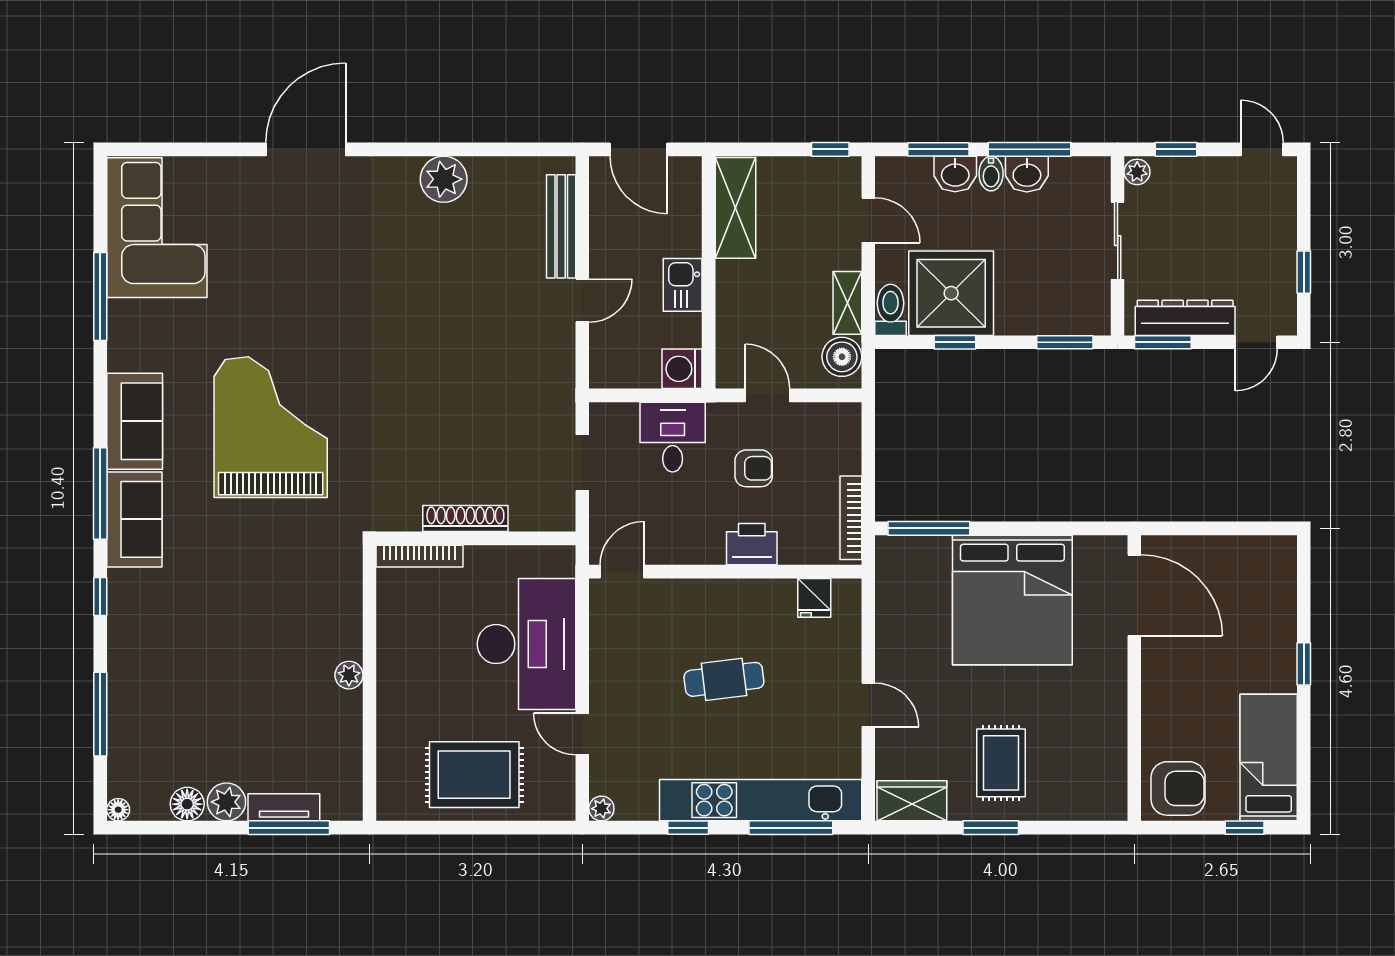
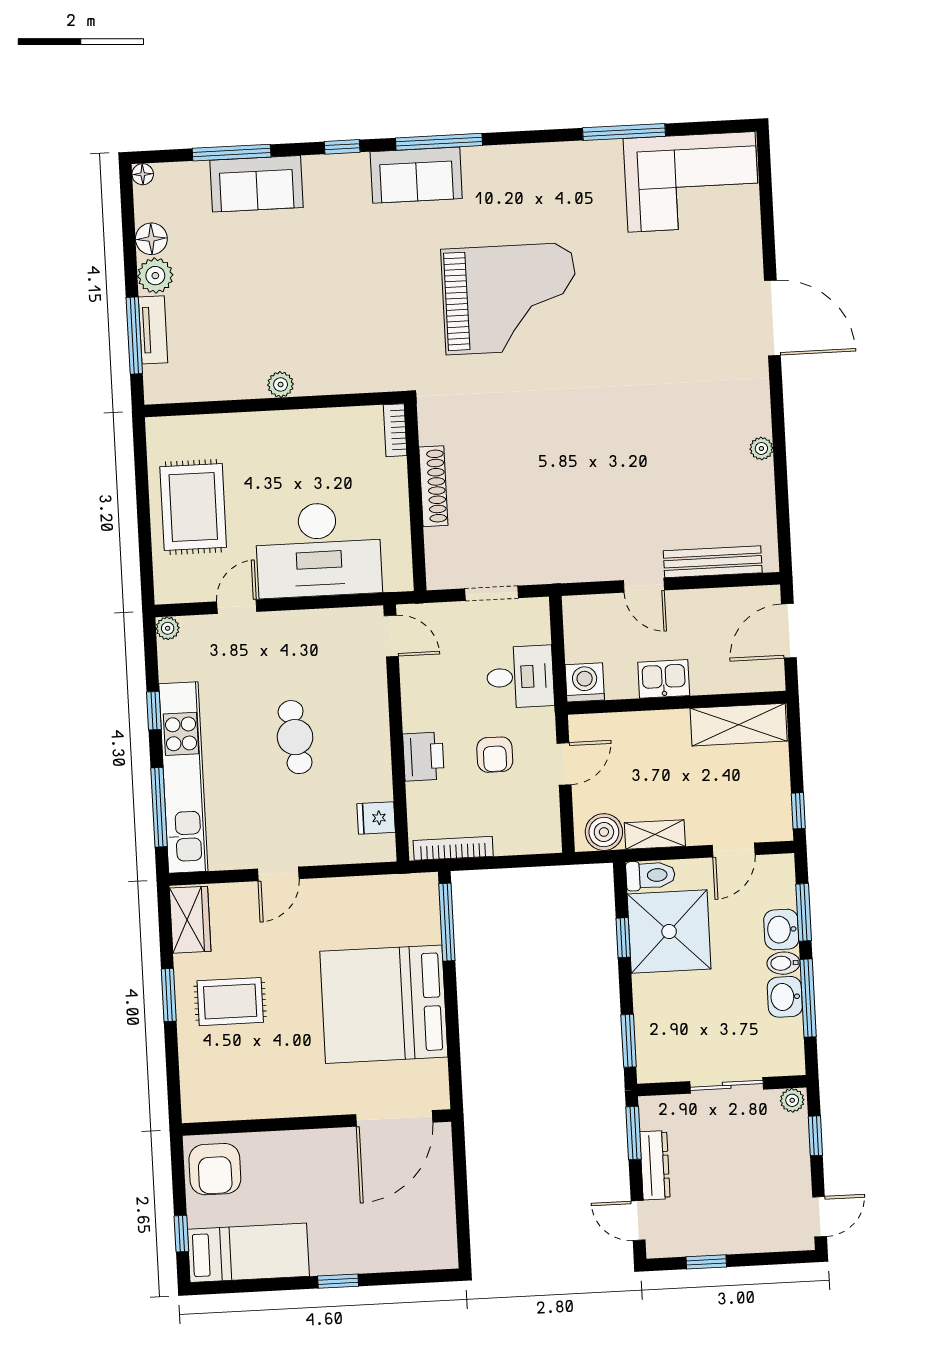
plant: (444, 179) -> (761, 448), width x0.53, depth x0.53
dresser: (1185, 318) -> (655, 1165), width x0.73, depth x0.80
sofa: (135, 421) -> (257, 184), moved
bookcase: (419, 556) -> (395, 430), width x0.64

